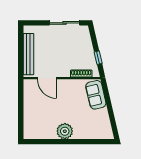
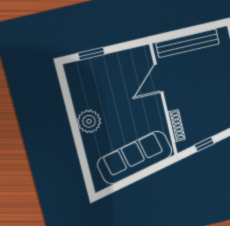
sofa: (96, 95) -> (135, 158), width x1.85, depth x1.27
window: (21, 119) -> (91, 54), added

